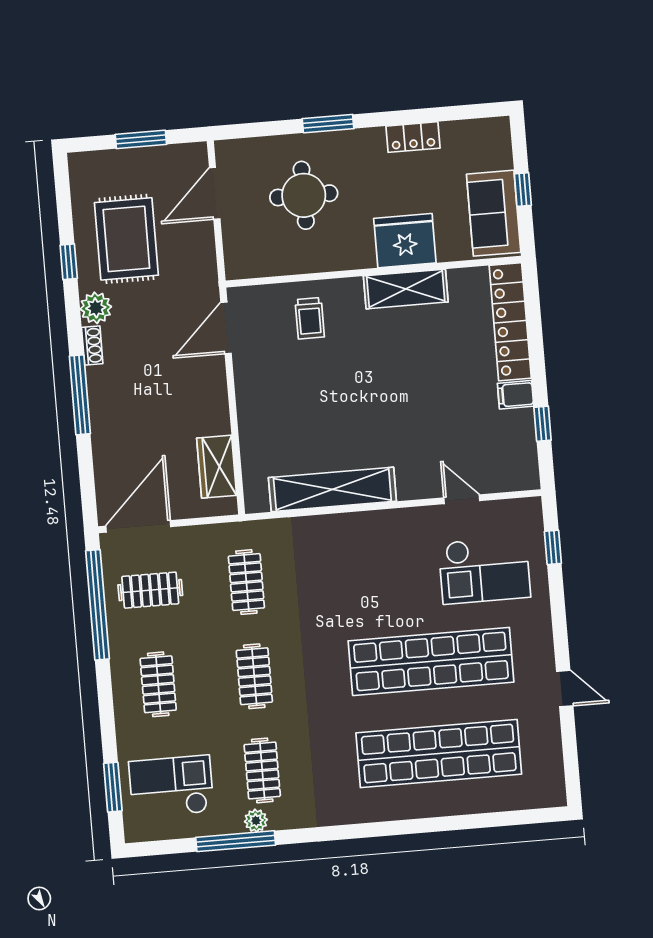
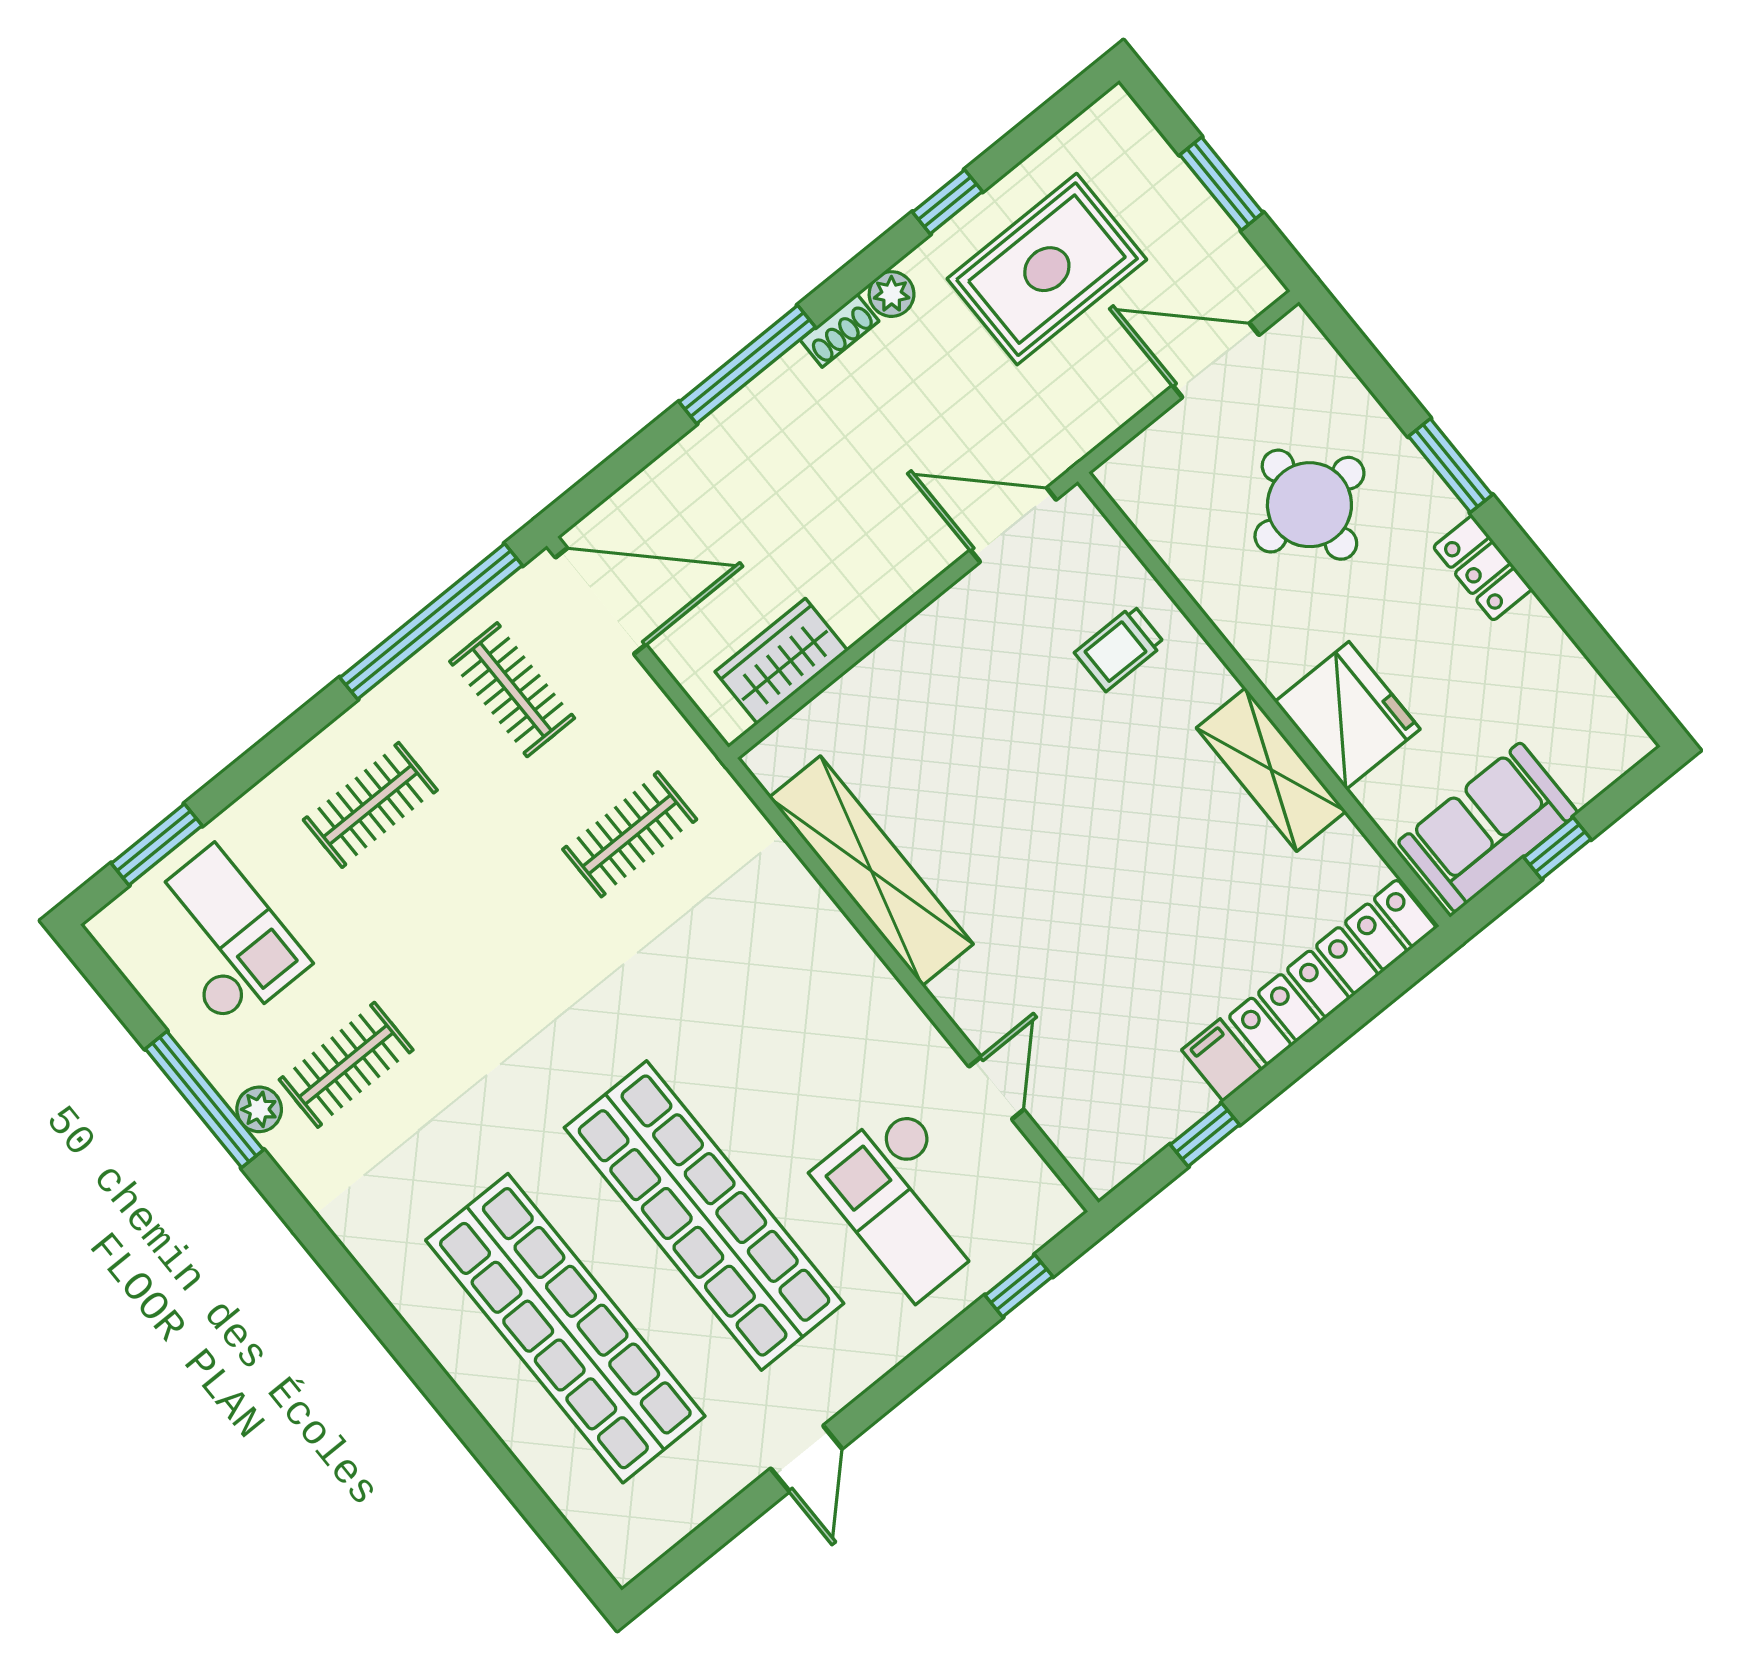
locker: (413, 137) -> (1483, 568), moved
plant: (96, 308) -> (892, 294), width x0.73, depth x0.73
clothes rail: (254, 676) -> (488, 950), removed

